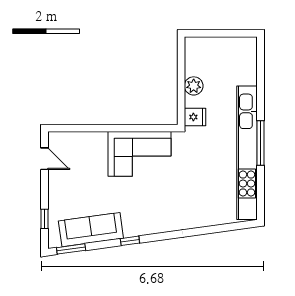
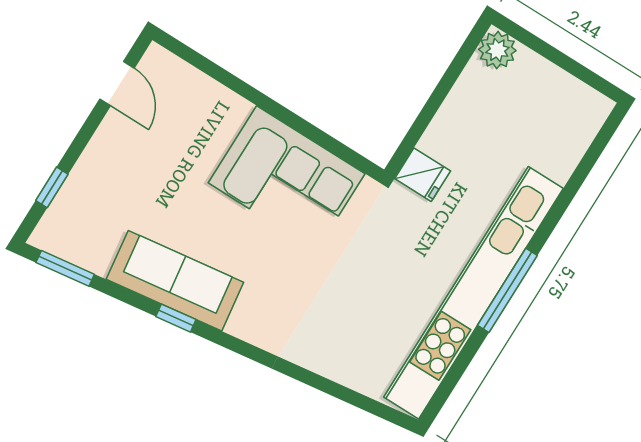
plant: (194, 86) -> (497, 50), moved
sofa: (91, 230) -> (175, 281), moved

